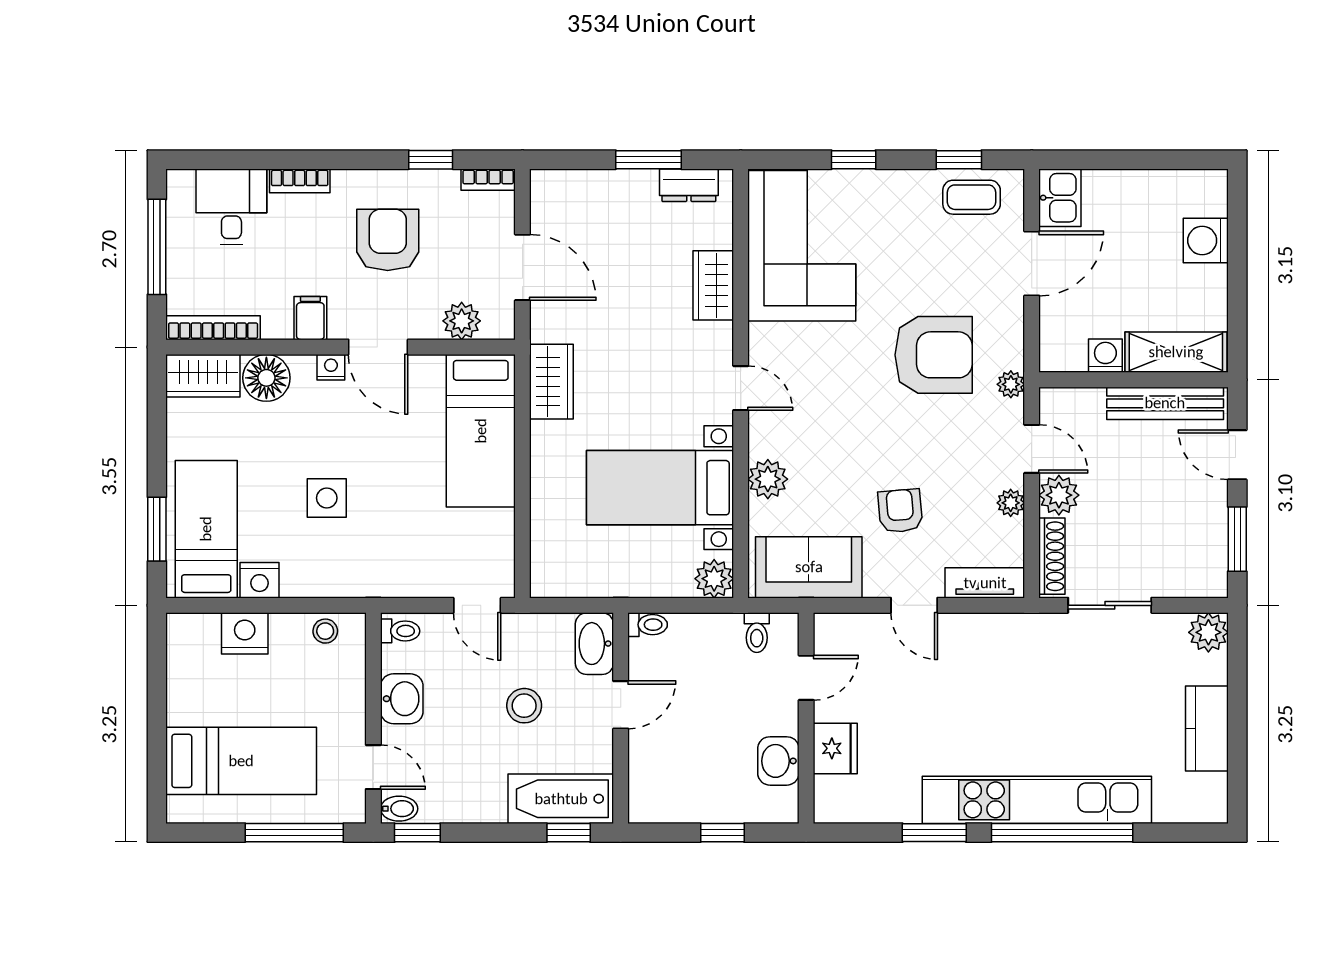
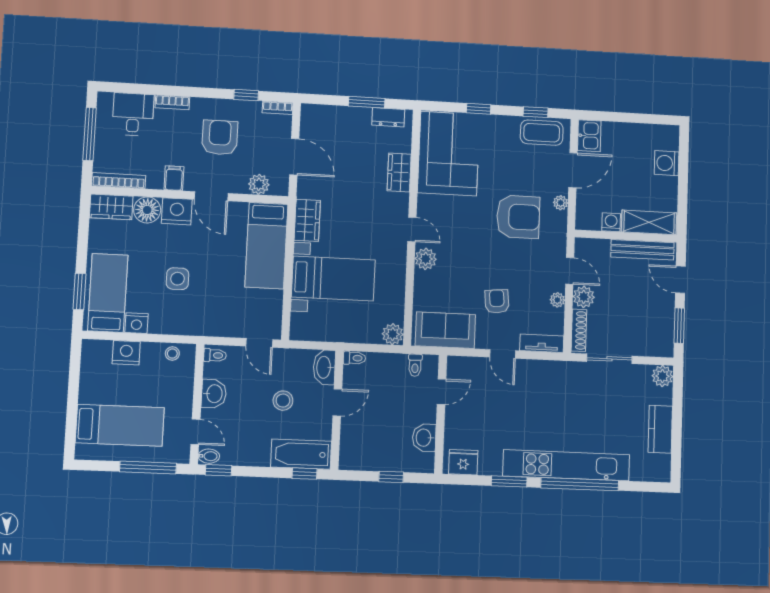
coffee table: (972, 197) -> (542, 133), width x1.36, depth x1.30
nightstand: (331, 367) -> (177, 211), width x1.89, depth x1.79
plant: (1011, 384) -> (561, 203), moved
plant: (768, 479) -> (426, 259), moved
bed with nightstands: (660, 488) -> (333, 278), moved, turned 180
fridge: (835, 748) -> (463, 462), moved, turned -90

